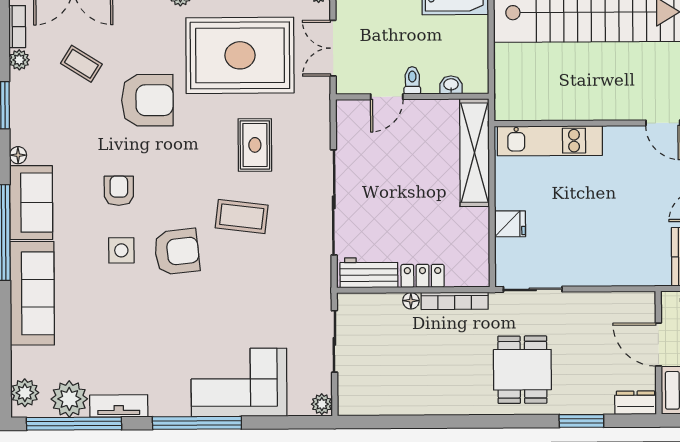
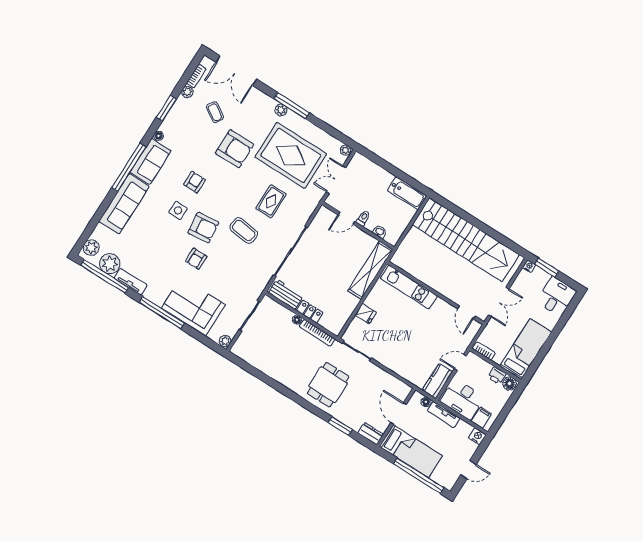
armchair: (197, 306) -> (196, 259), added

